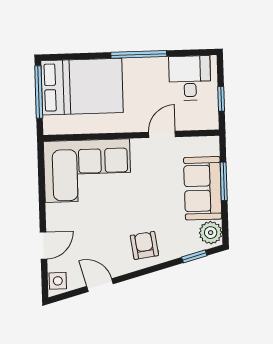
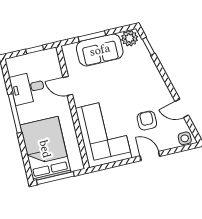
desk: (190, 78) -> (28, 88), moved
door: (44, 245) -> (150, 156), moved
armchair: (144, 245) -> (147, 121), moved, turned 98
door: (100, 285) -> (182, 108), hinge flipped

